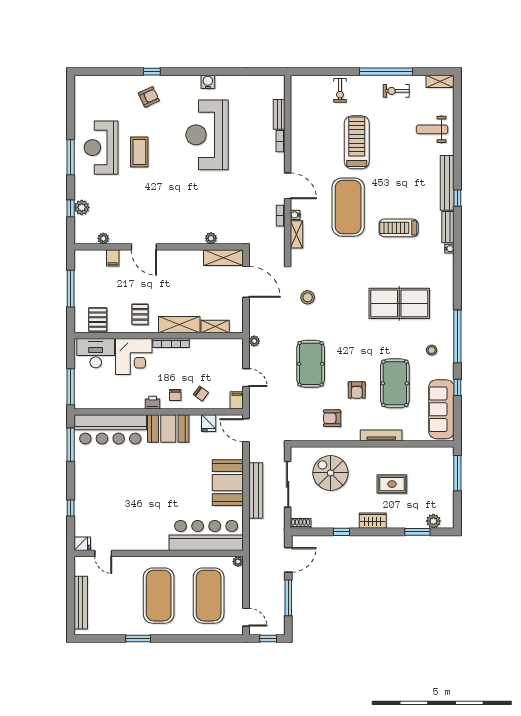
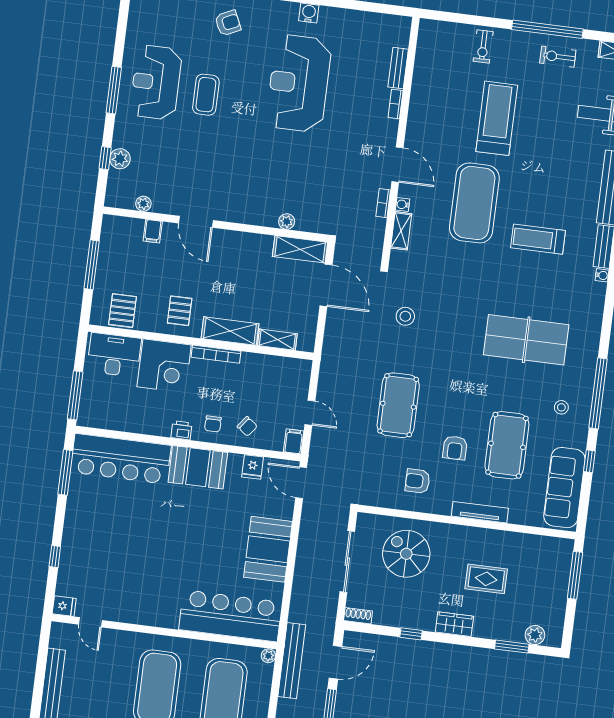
plant: (254, 341) -> (327, 365), removed
bench: (256, 490) -> (292, 661), moved

